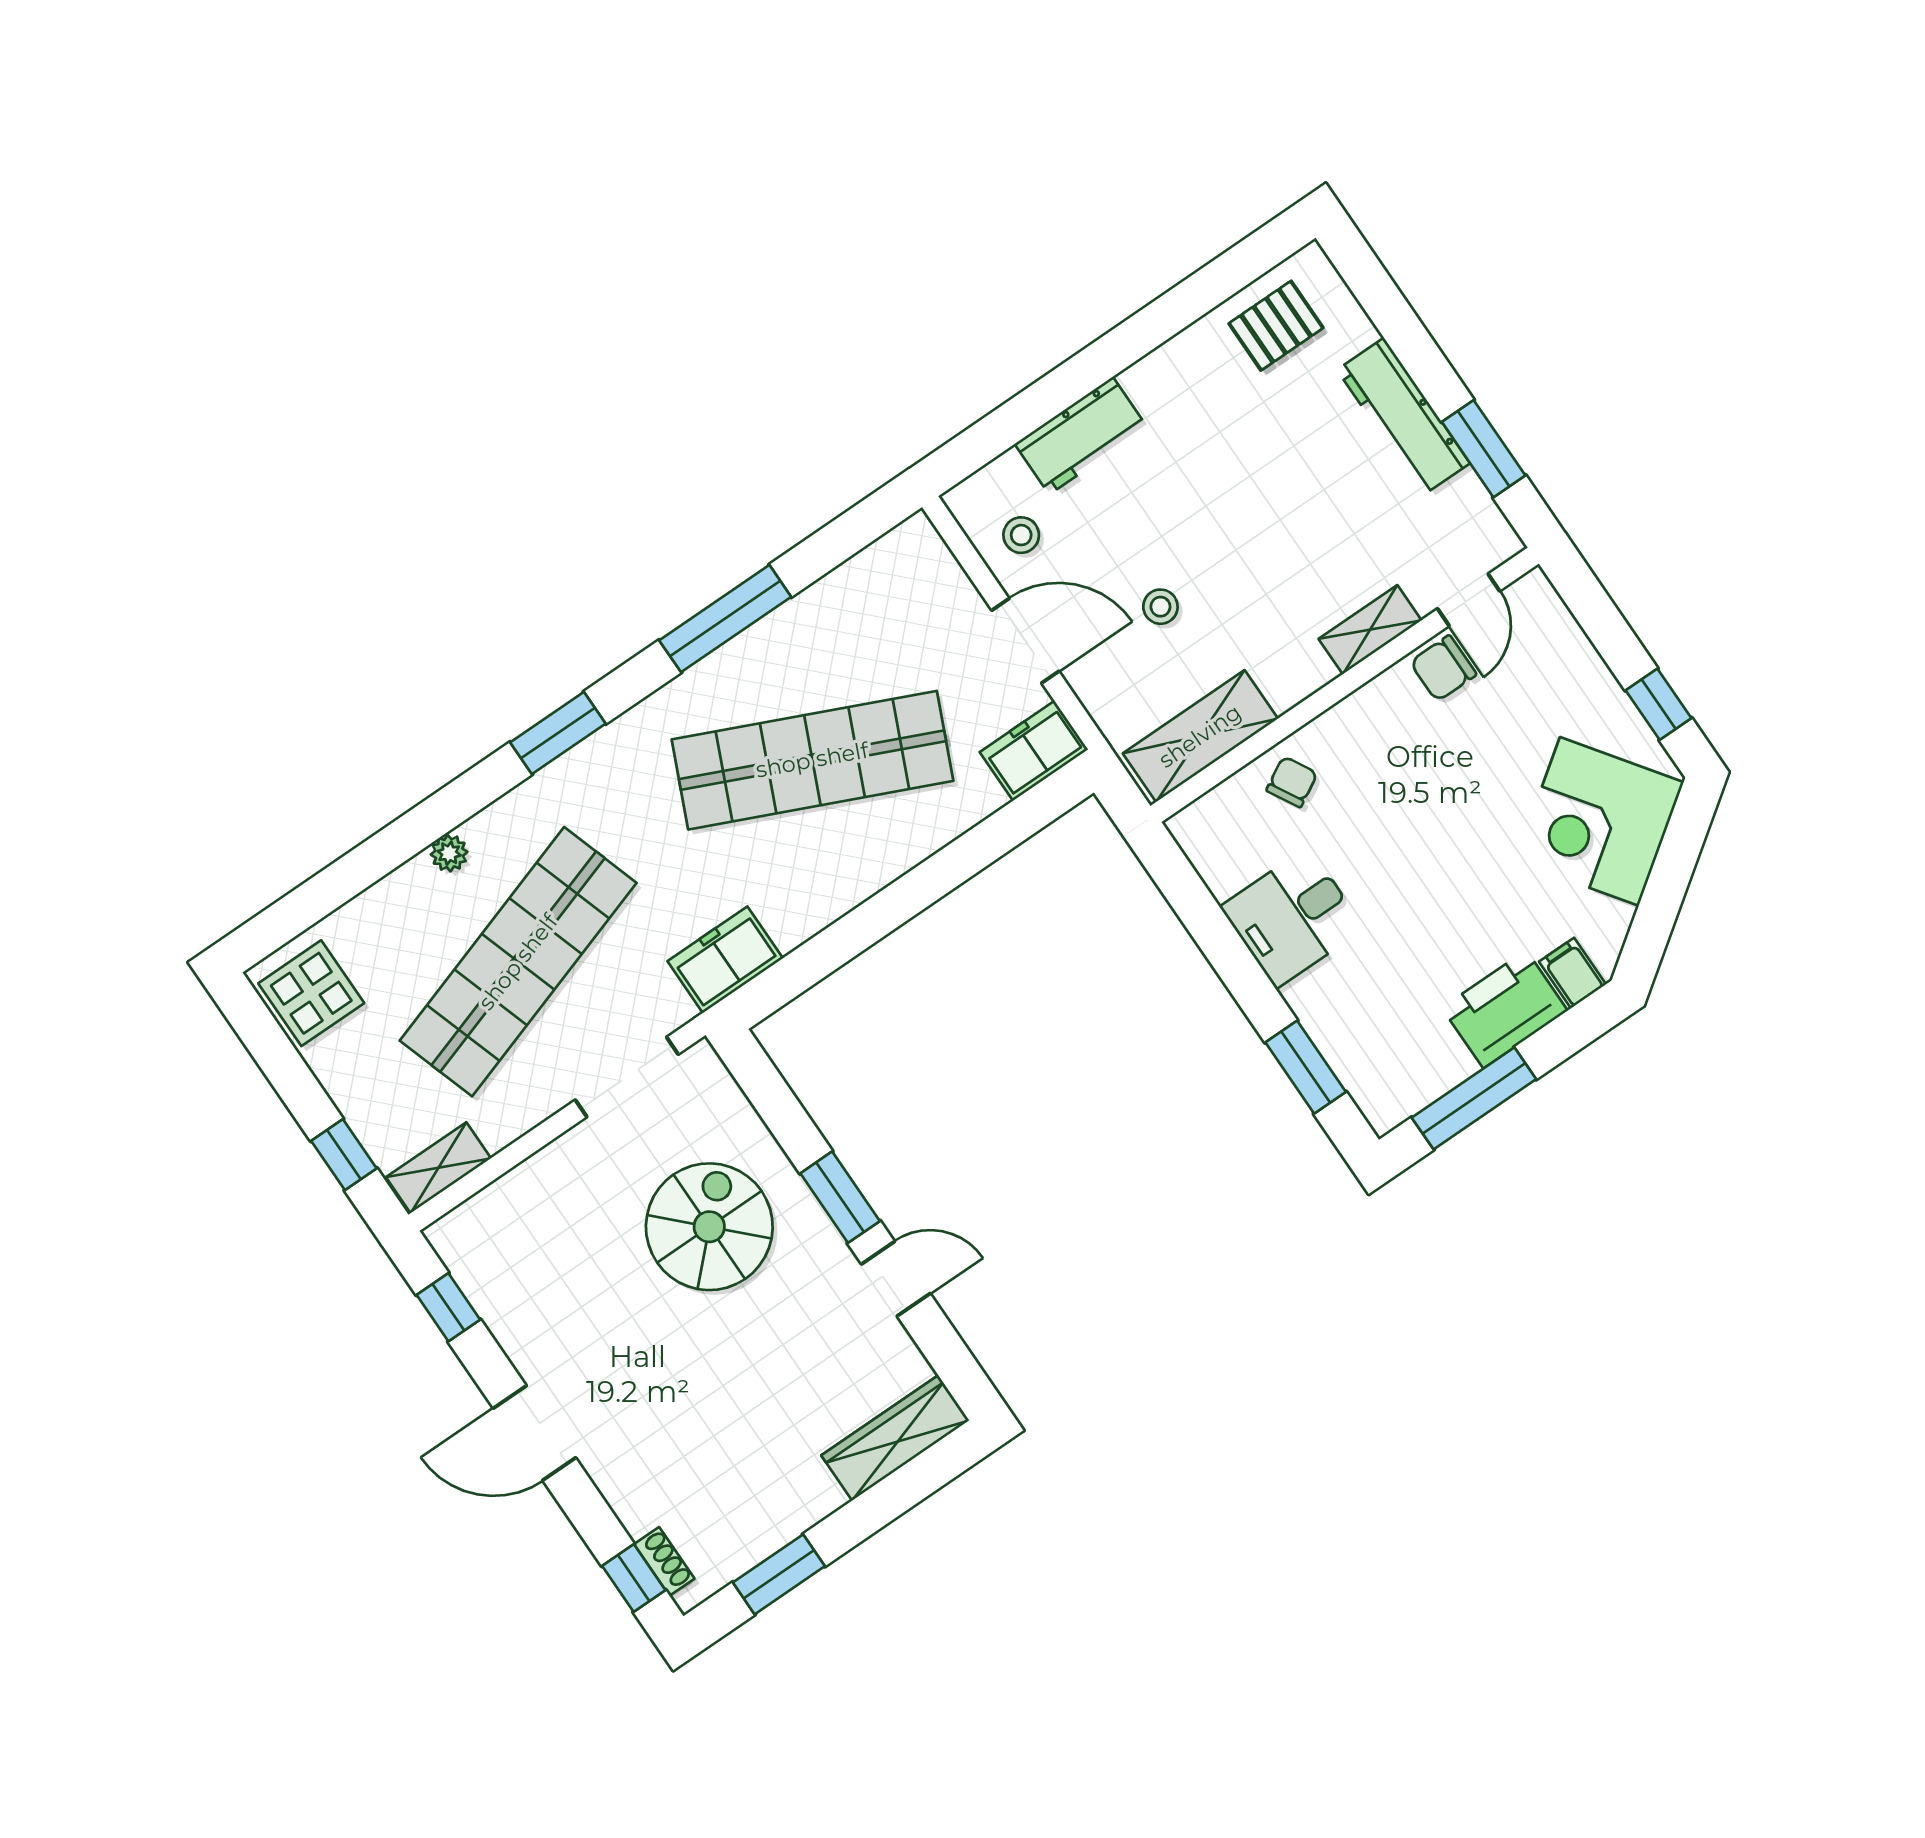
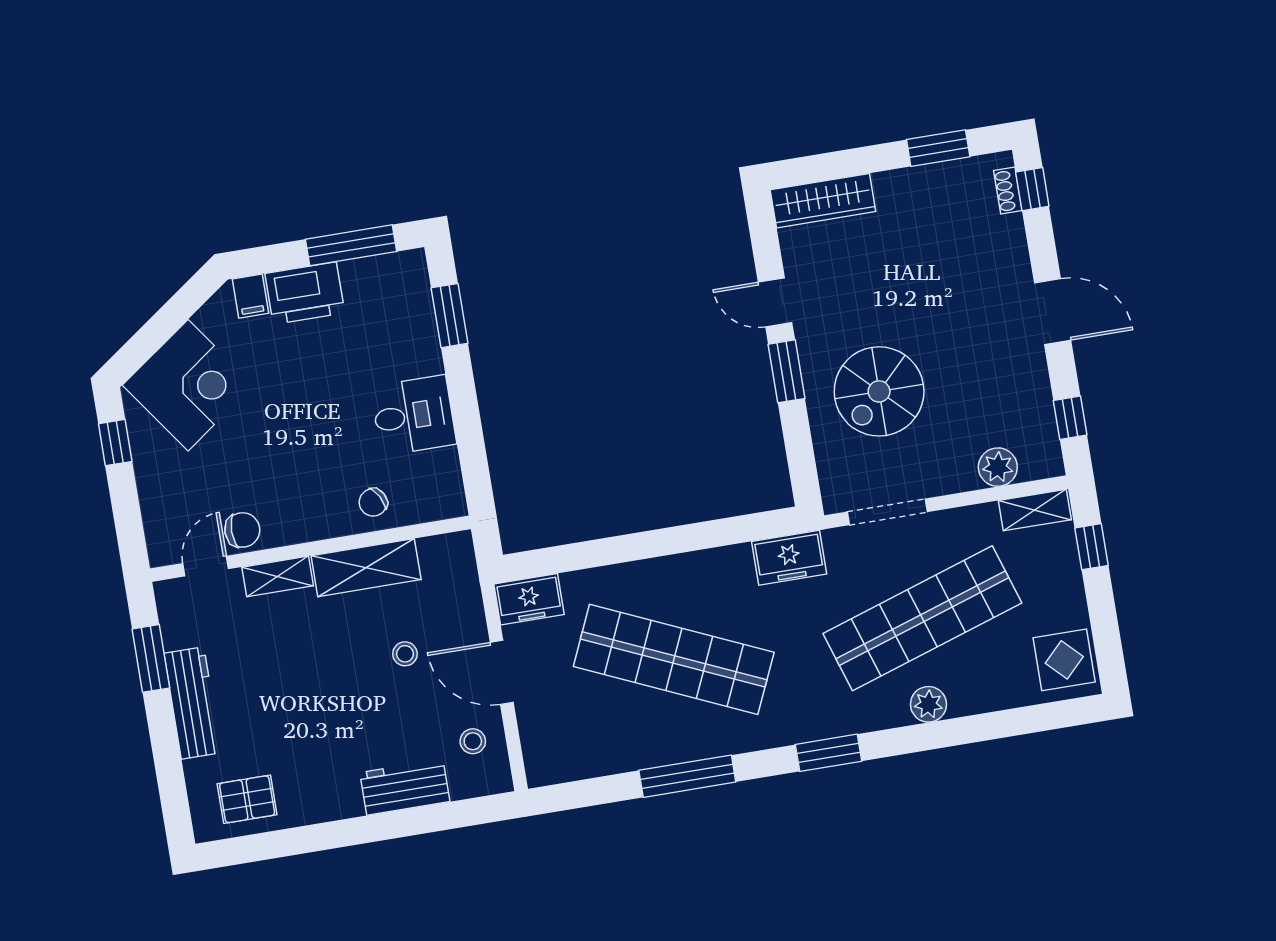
shelving: (1200, 736) -> (366, 568), moved
plant: (449, 853) -> (928, 704), width x1.38, depth x1.38
plant: (512, 1201) -> (998, 467), added

